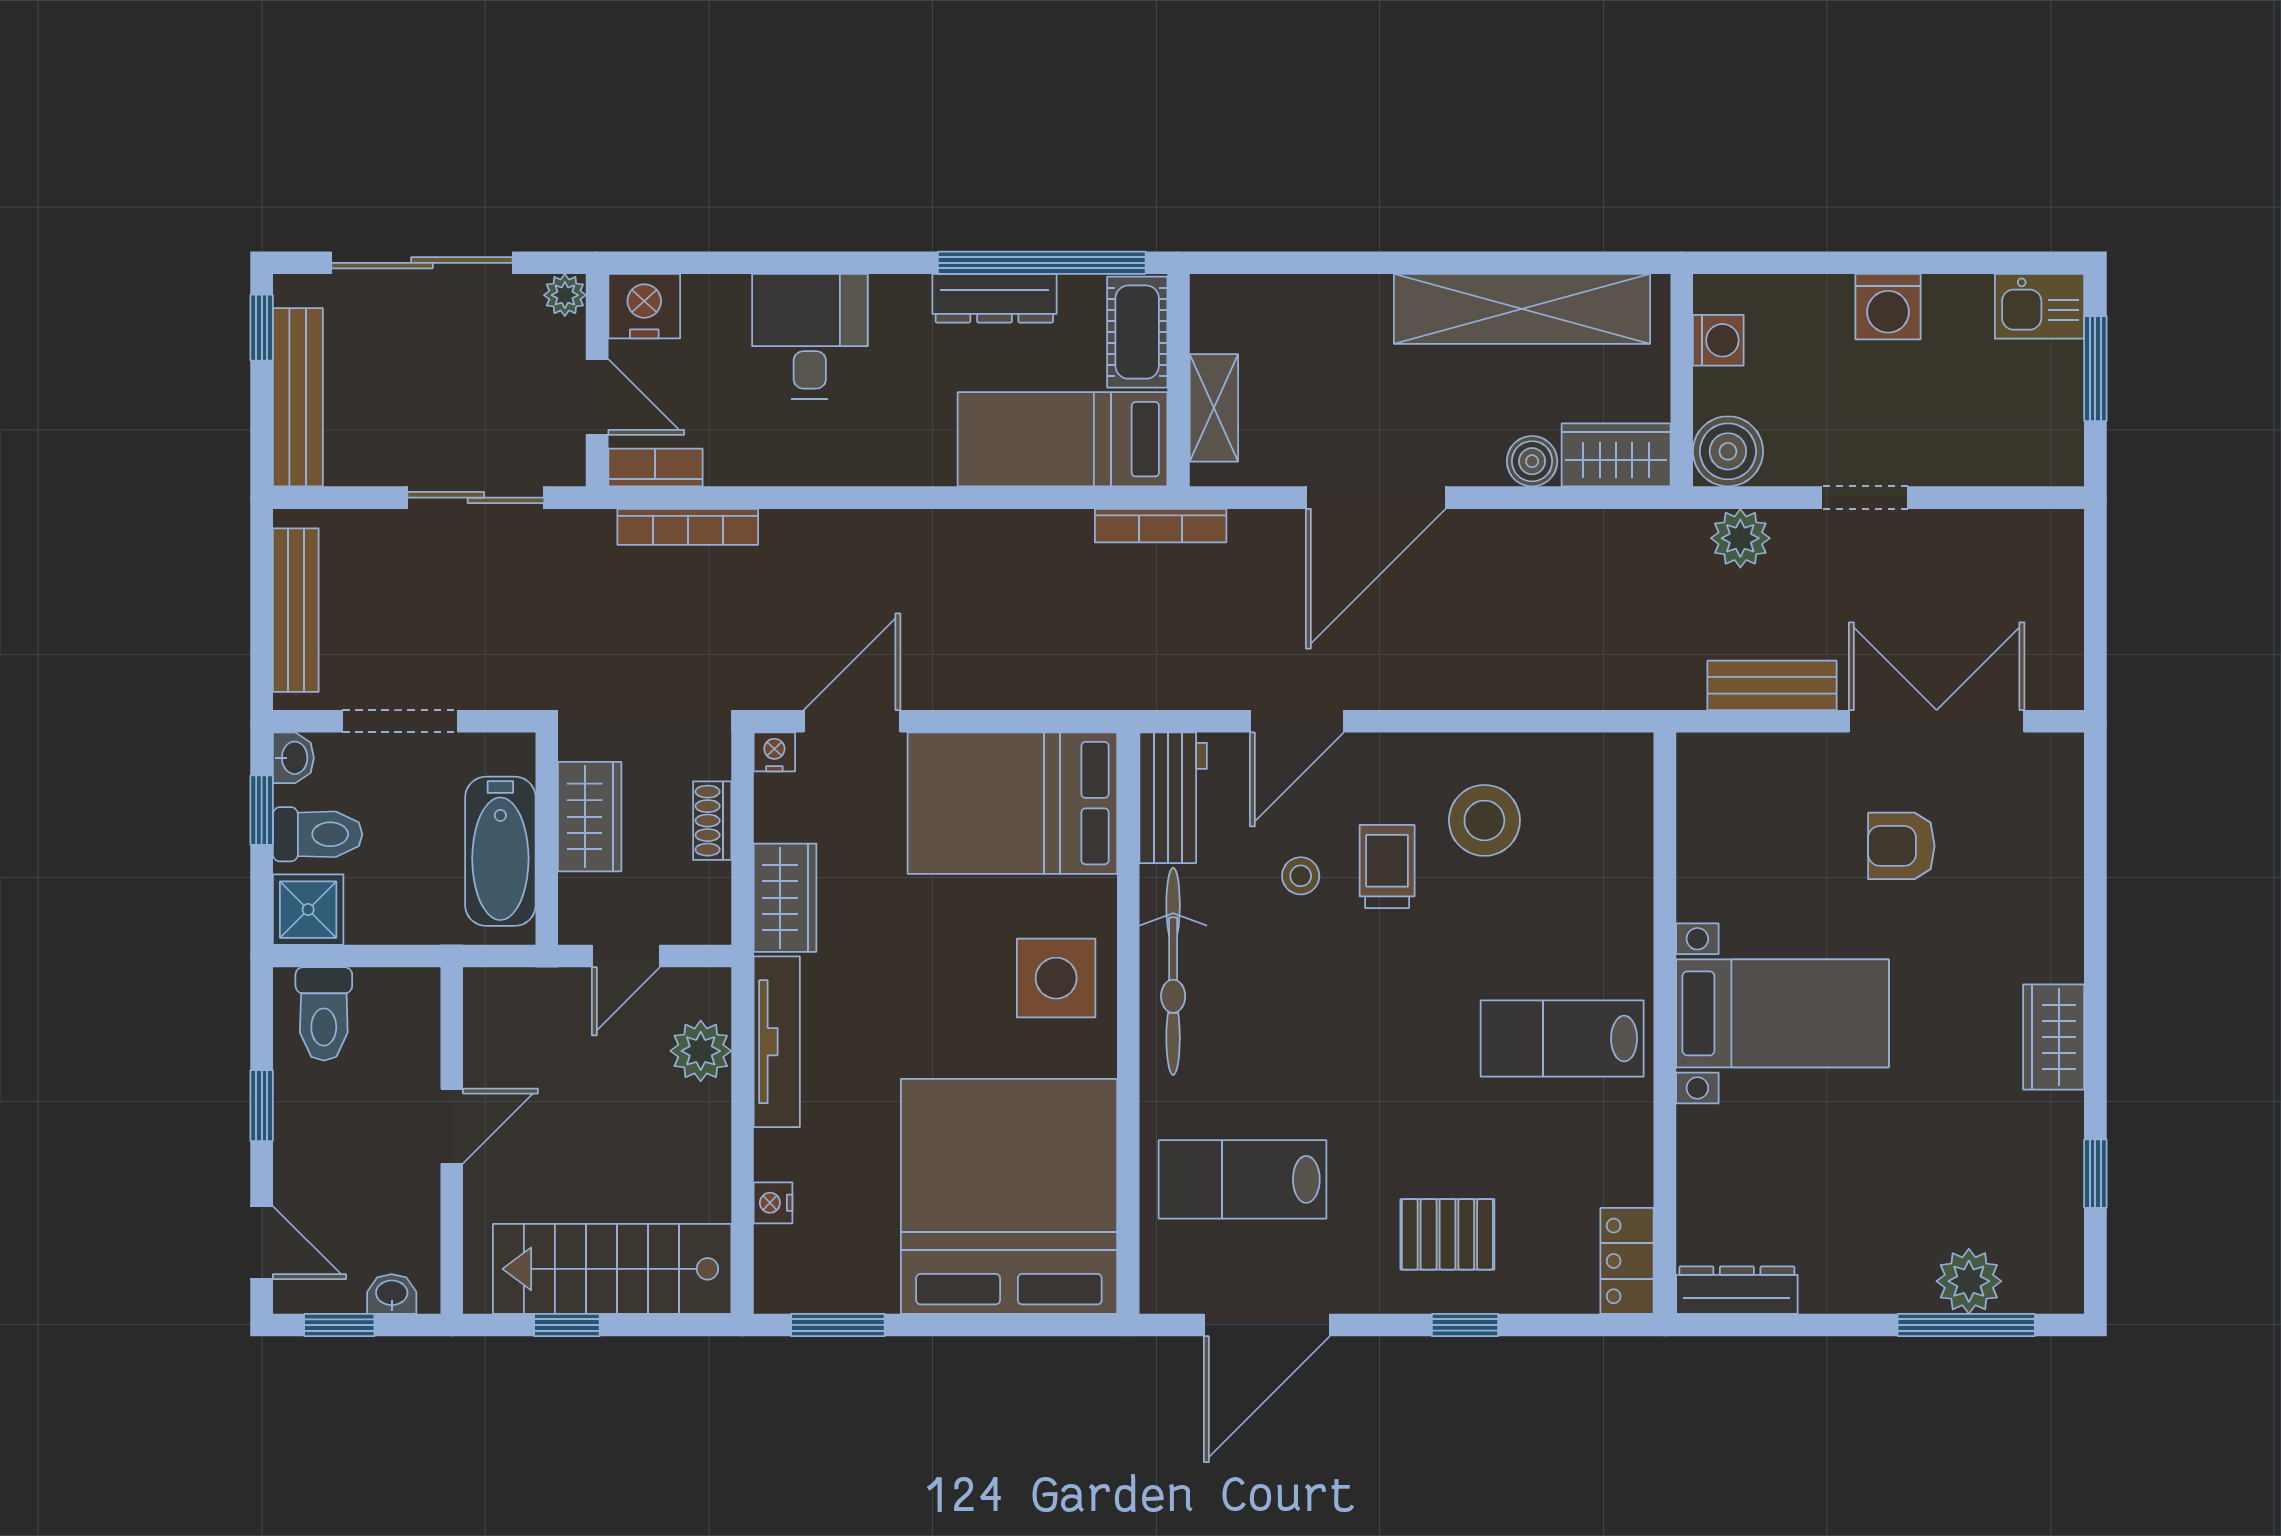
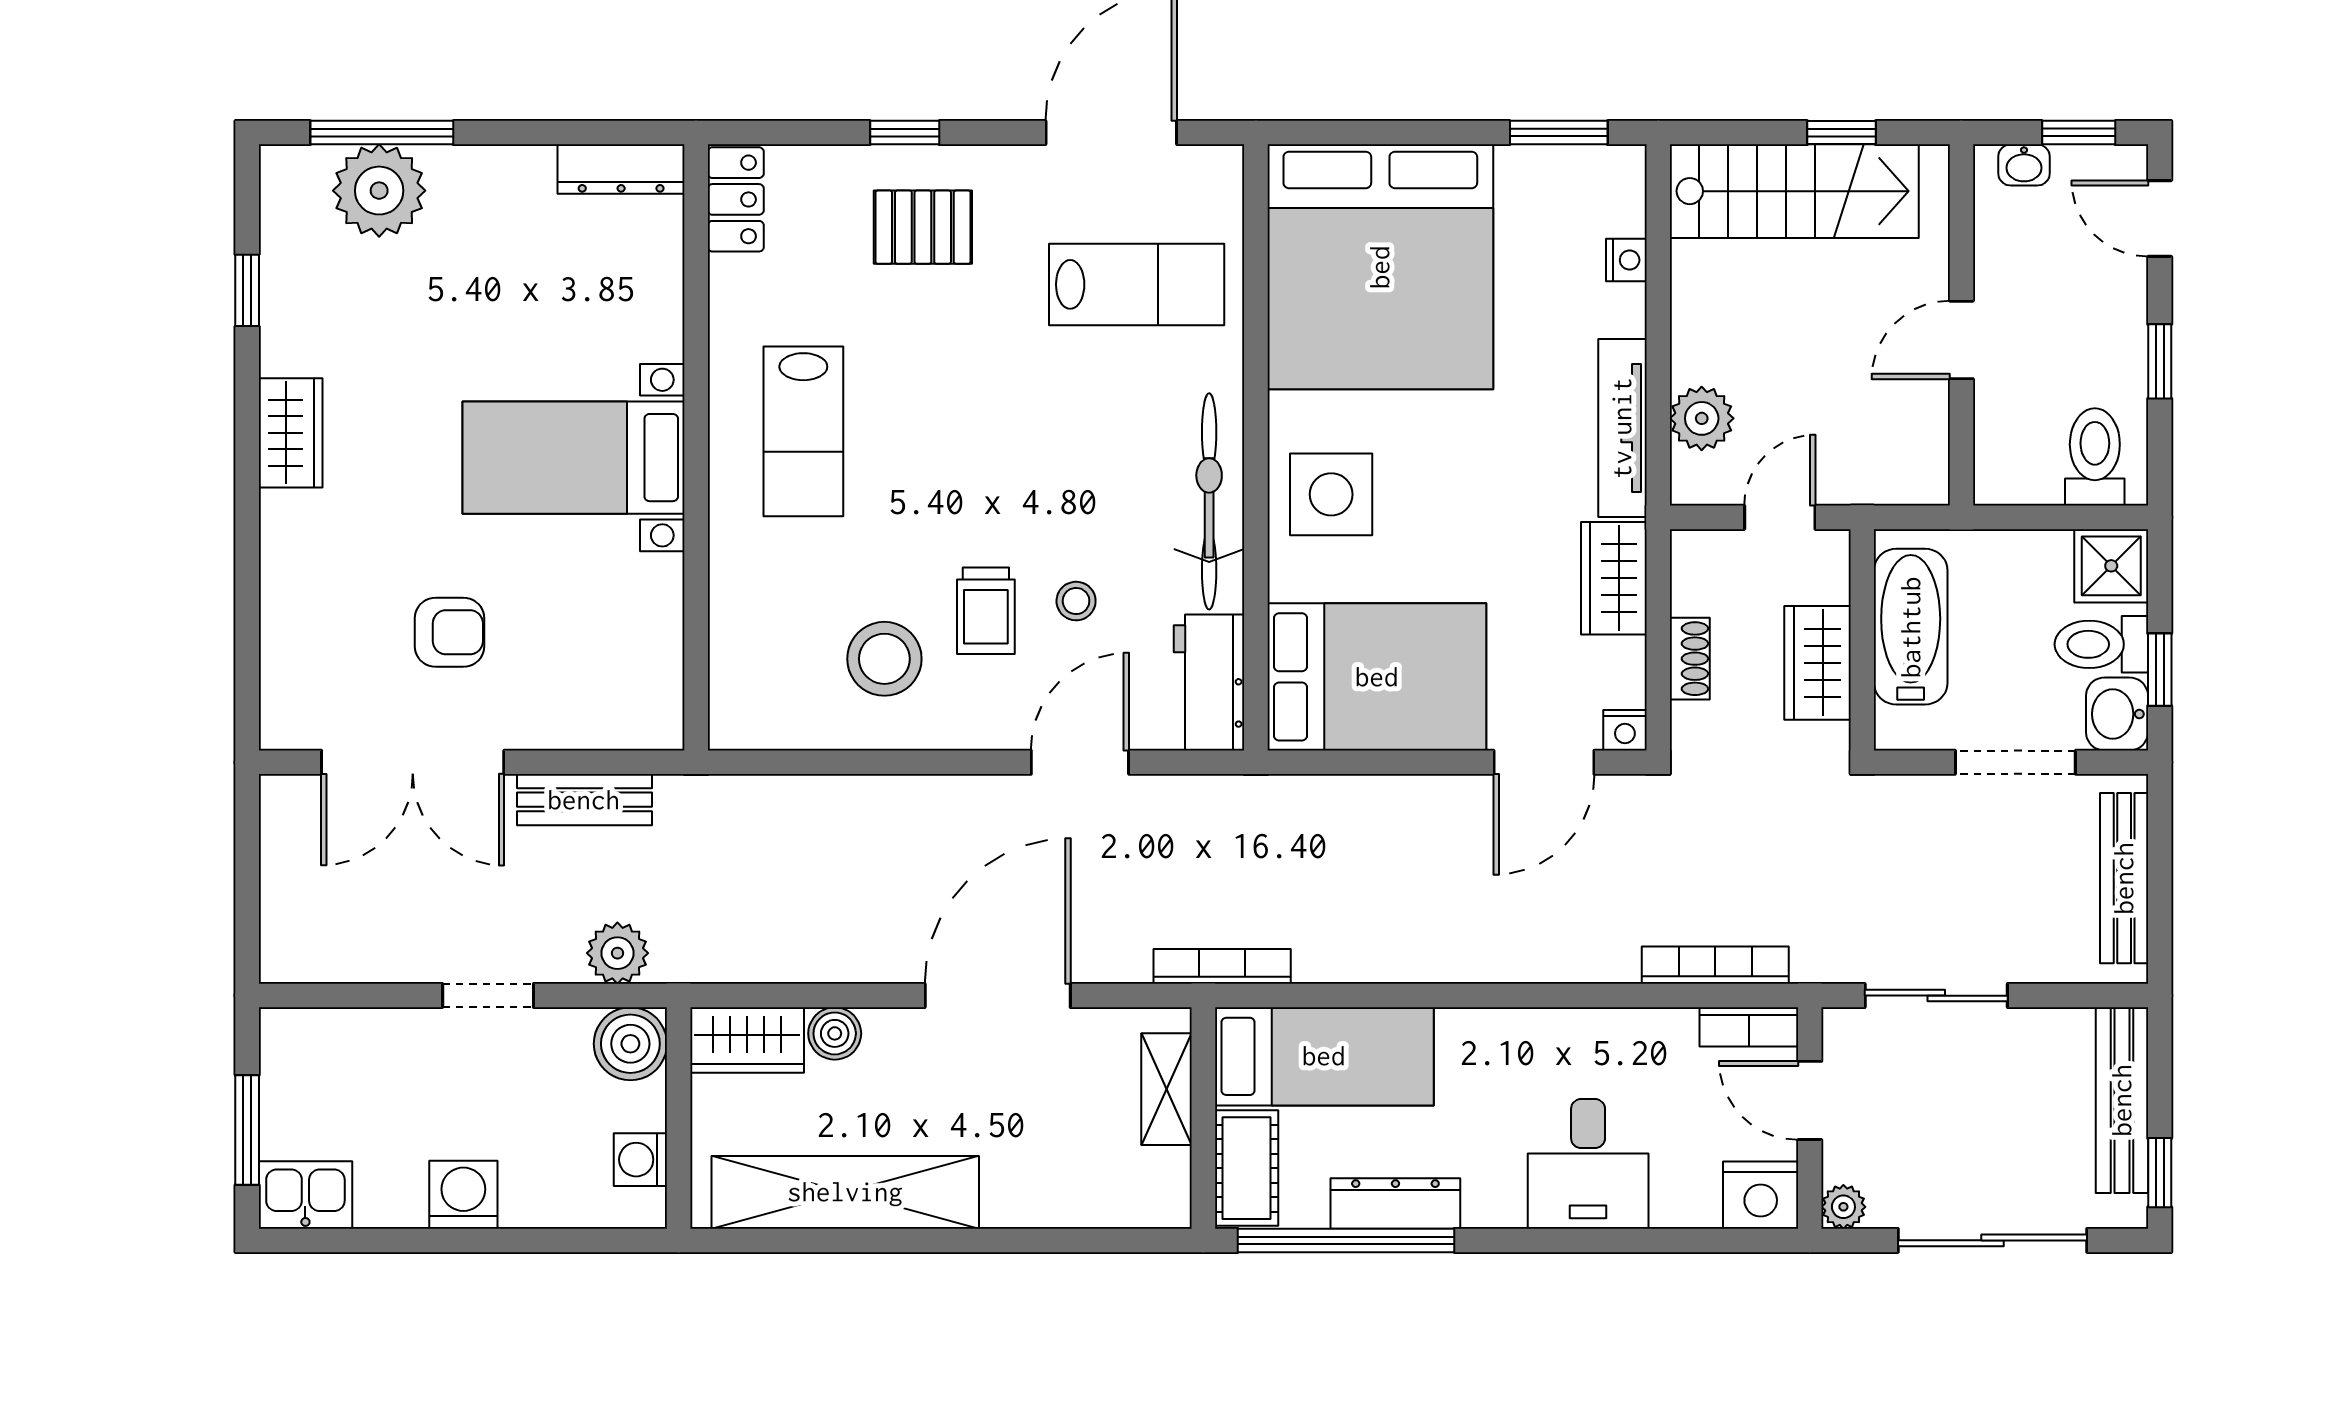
washbasin: (293, 758) -> (2117, 714), width x1.38, depth x1.45
lab bench: (1562, 1039) -> (803, 431), turned 90
plant: (1969, 1281) -> (379, 191), width x1.36, depth x1.36

